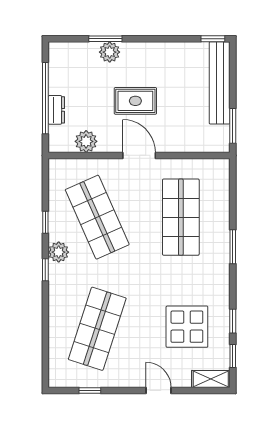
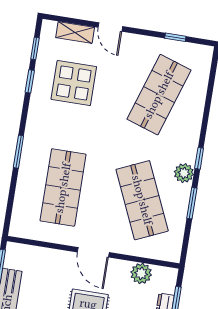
window: (45, 222) -> (192, 203), width x1.50
shelving: (211, 379) -> (75, 32), moved

